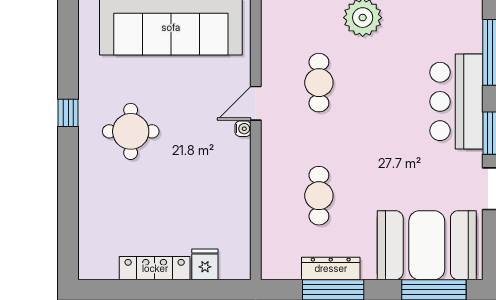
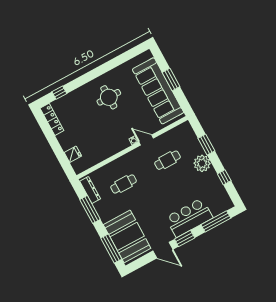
window: (68, 113) -> (59, 93), moved
locker: (155, 268) -> (52, 119), moved
dresser: (331, 268) -> (90, 190), moved

